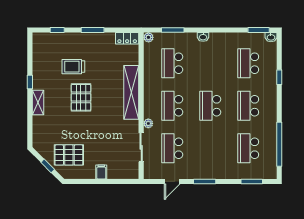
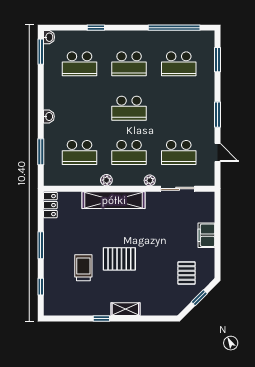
plant: (148, 37) -> (106, 180), moved
trolley: (73, 67) -> (83, 268), turned 180
pallet: (69, 155) -> (187, 273), width x0.67, depth x0.71
filing cabinet: (101, 172) -> (206, 235), width x2.00

